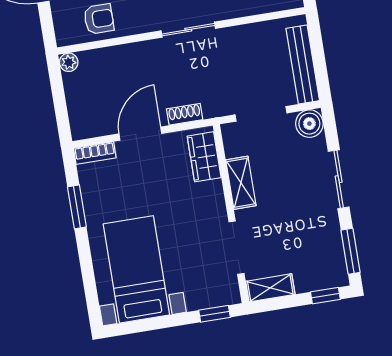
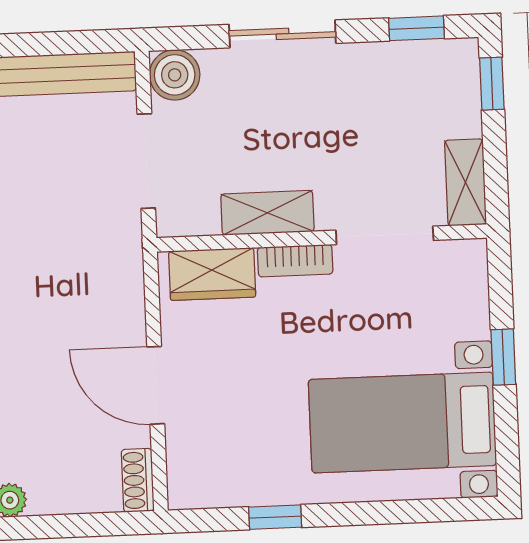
shoe rack: (185, 114) -> (138, 480), moved
bookcase: (95, 153) -> (295, 261), moved, turned 90
window: (77, 207) -> (275, 517), width x0.67
window: (350, 251) -> (416, 28), width x0.67
window: (215, 314) -> (503, 357), moved

